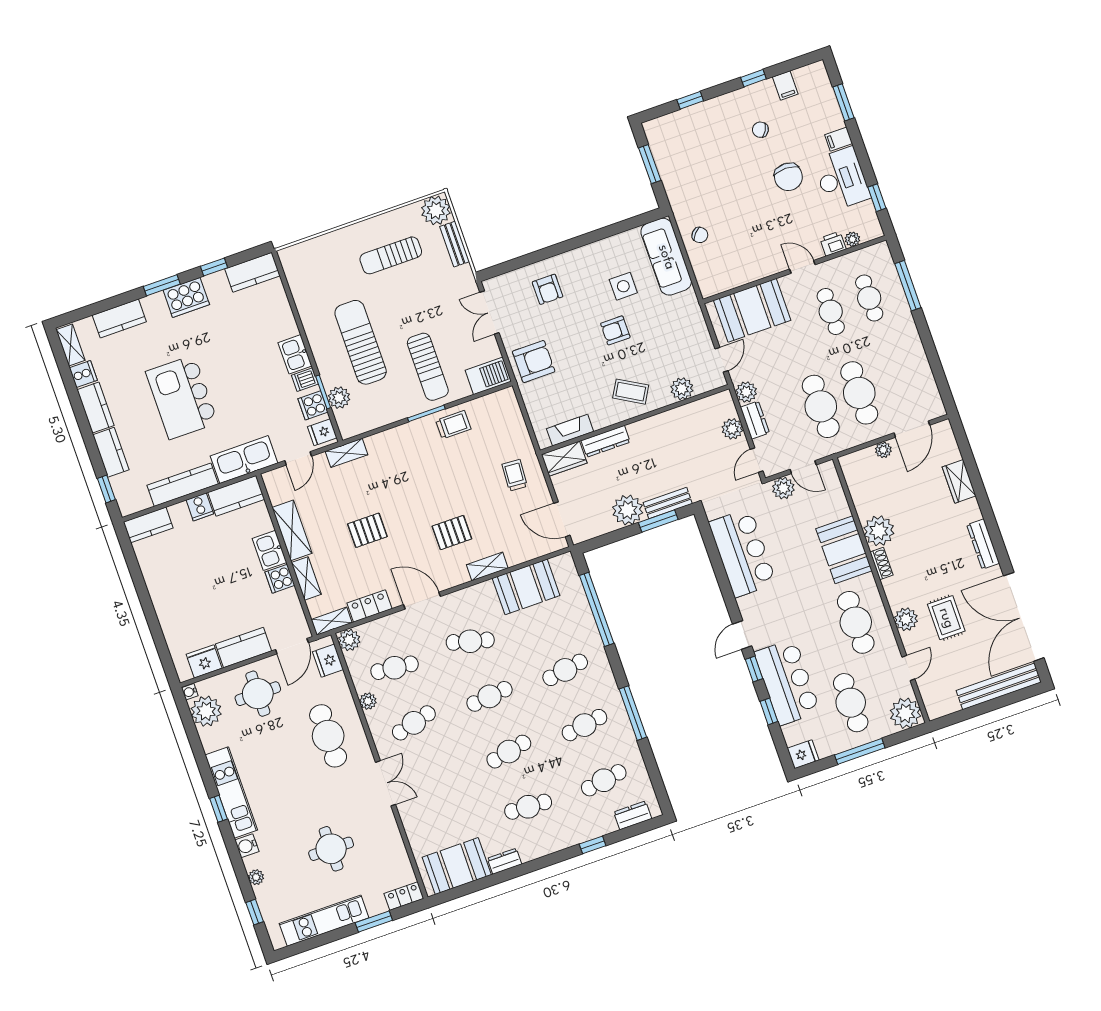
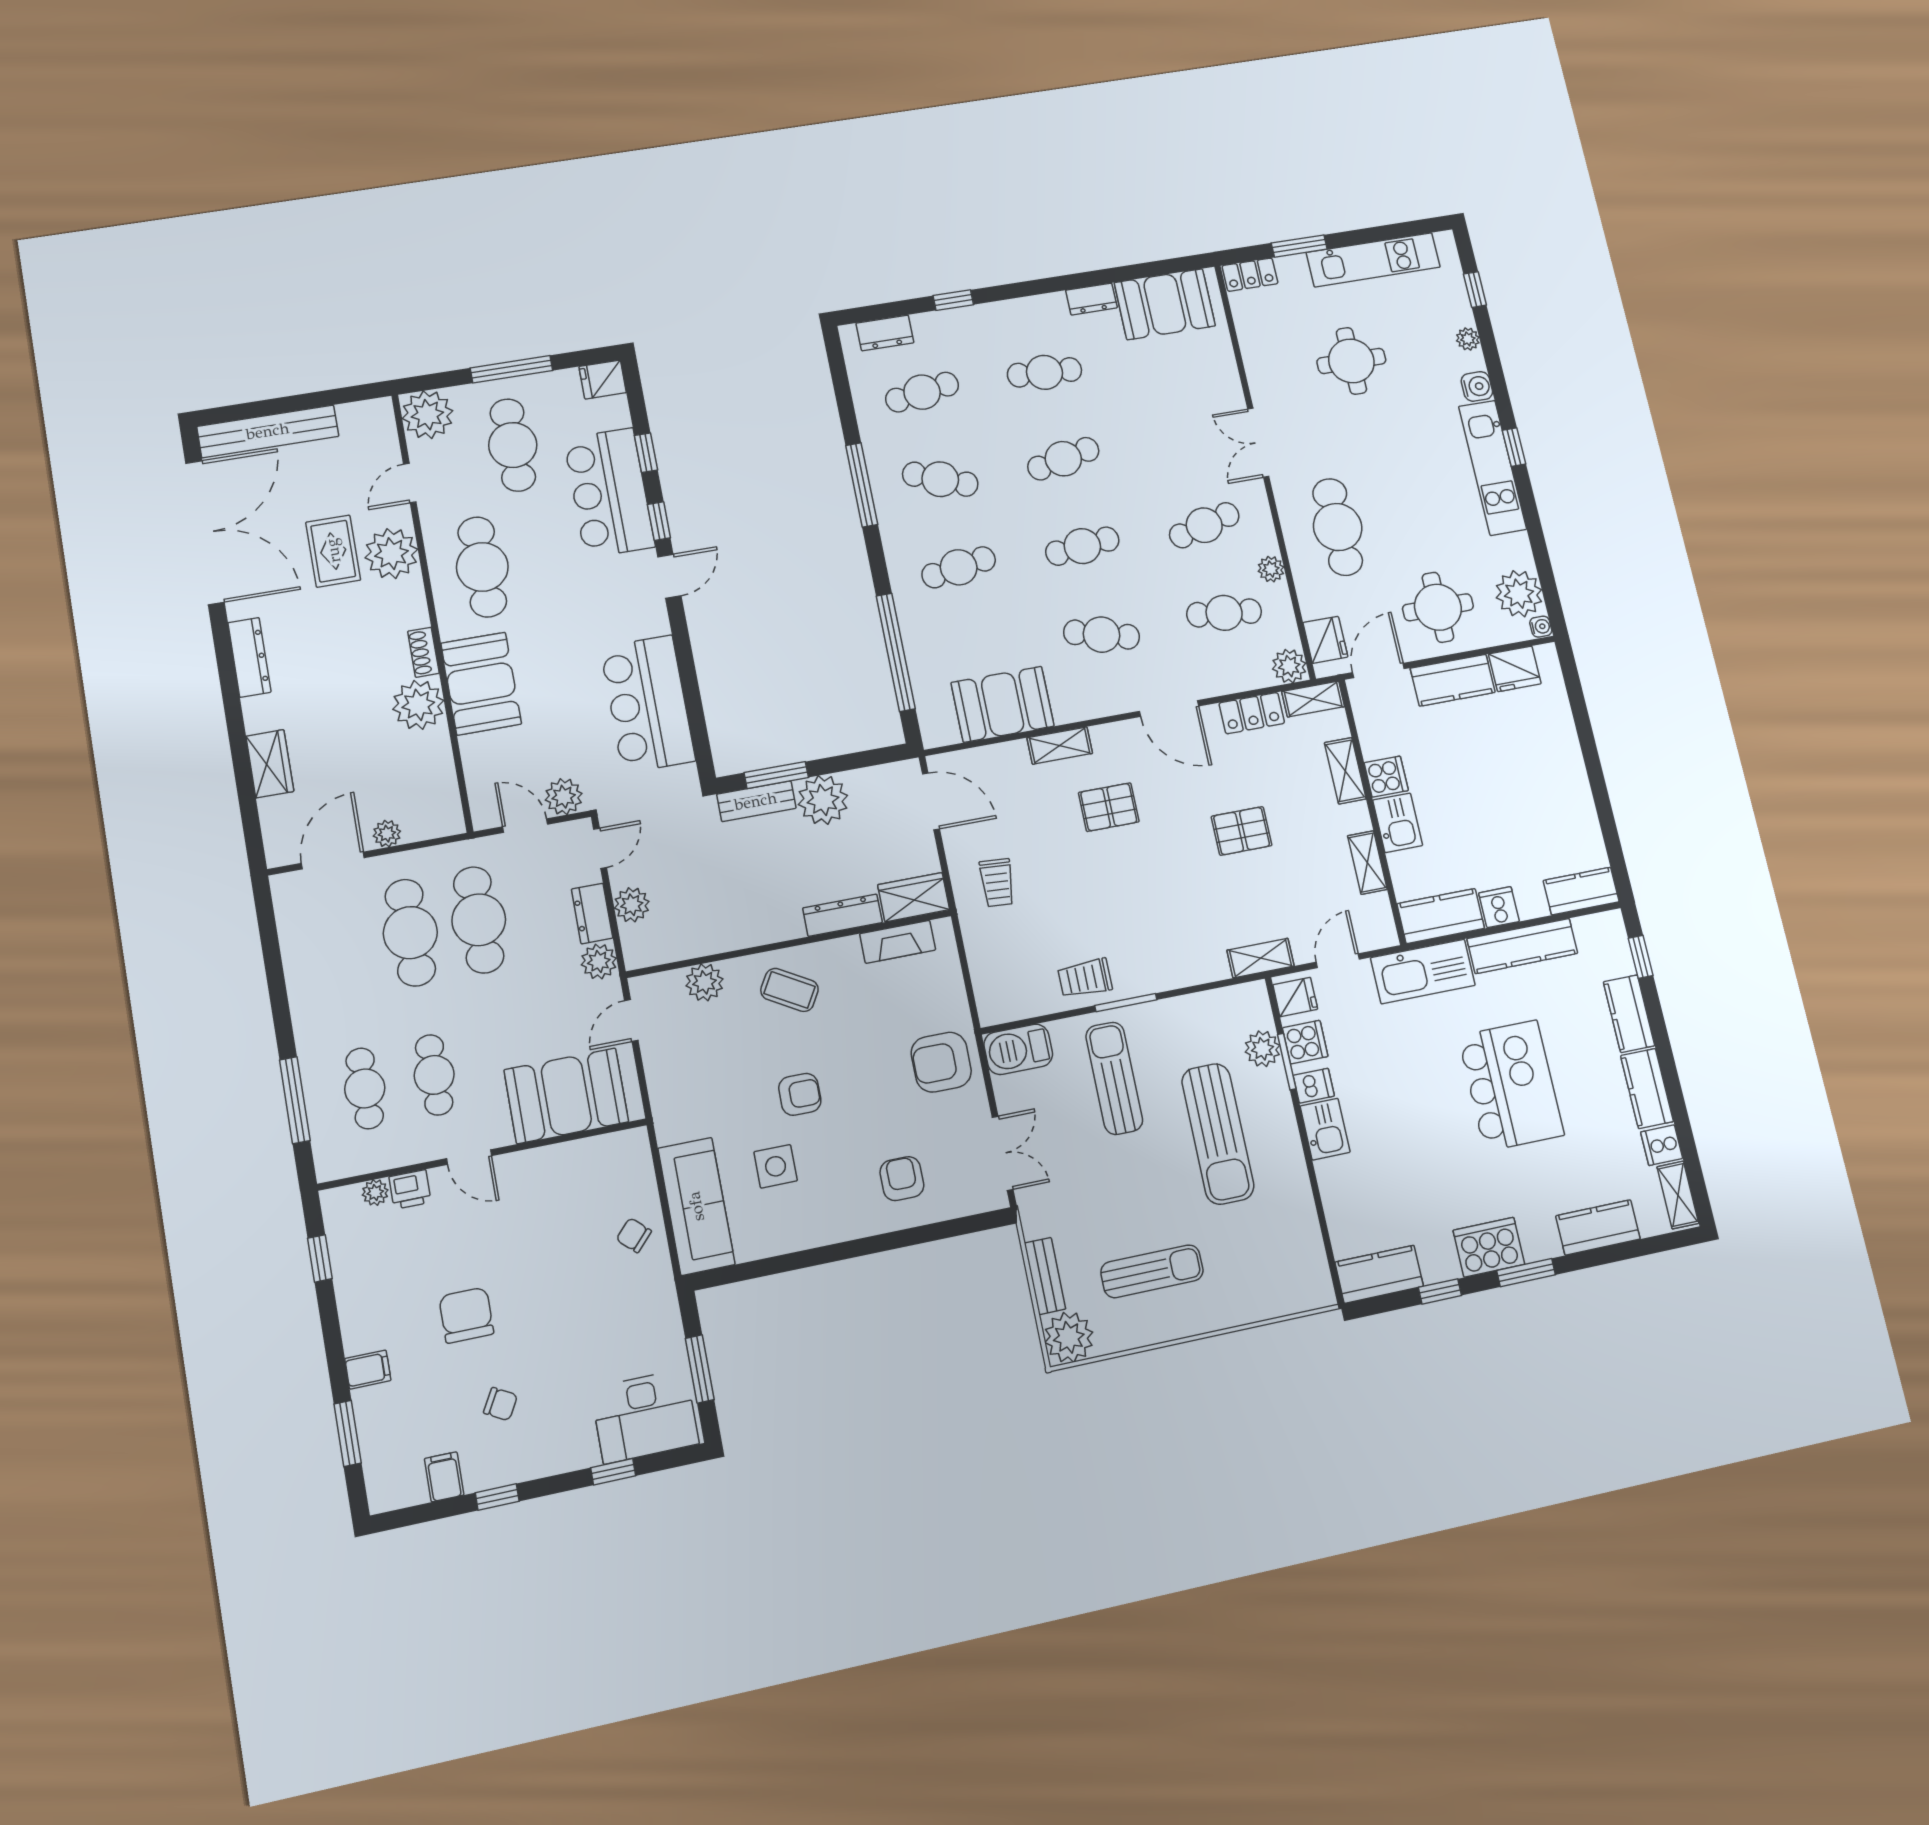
desk: (842, 179) -> (645, 1416), moved, turned -90
shelving: (292, 530) -> (1367, 863), width x0.67, depth x0.75
plant: (906, 619) -> (391, 554), width x1.36, depth x1.36
cafe table: (584, 725) -> (940, 479), turned 30

